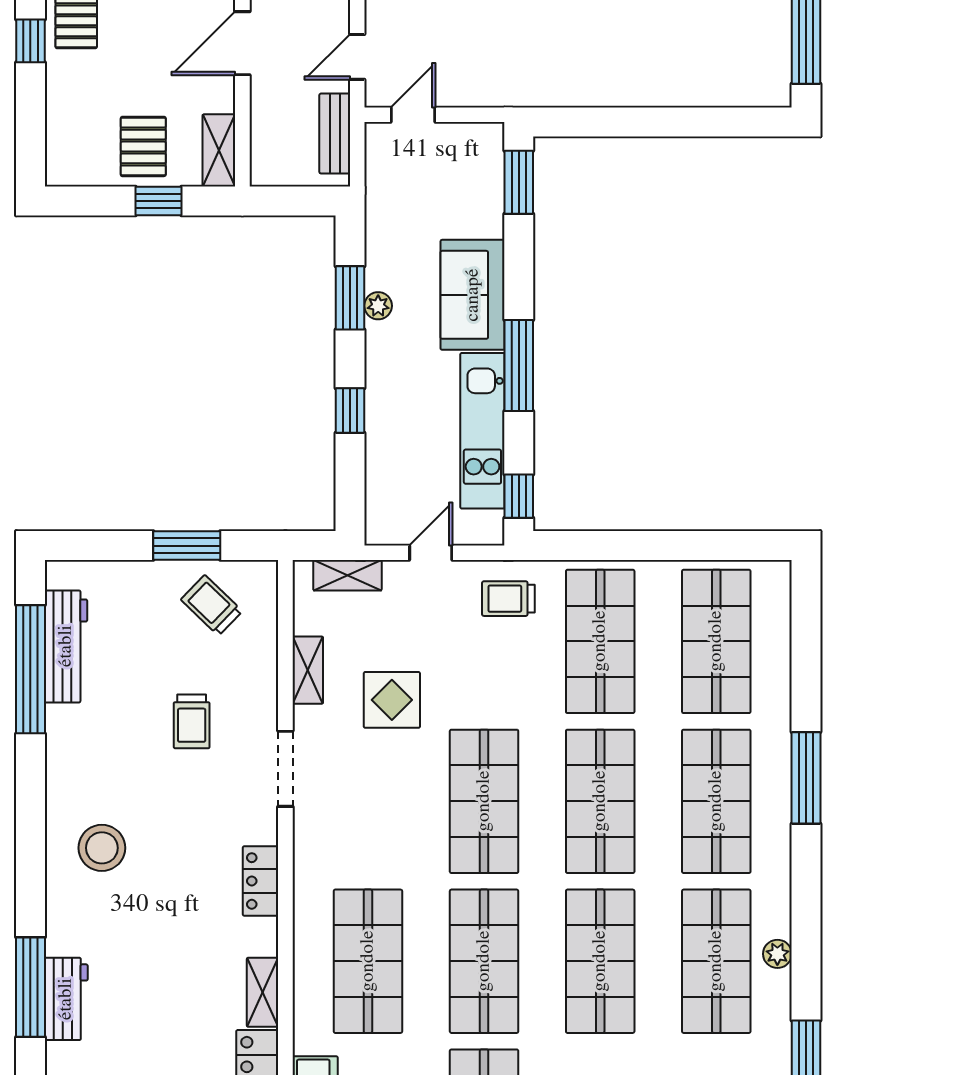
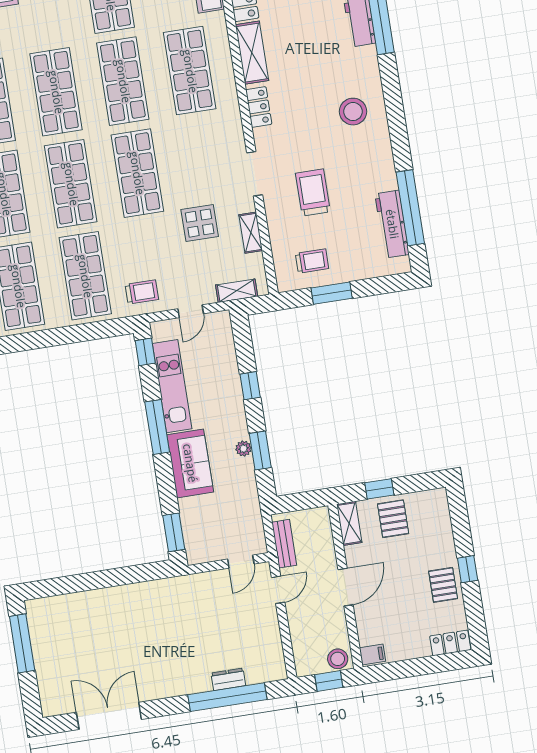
trolley: (212, 605) -> (312, 261), turned -44
trolley: (192, 721) -> (313, 192), width x1.36, depth x1.39
shelving: (263, 992) -> (252, 53), width x1.50, depth x1.33

